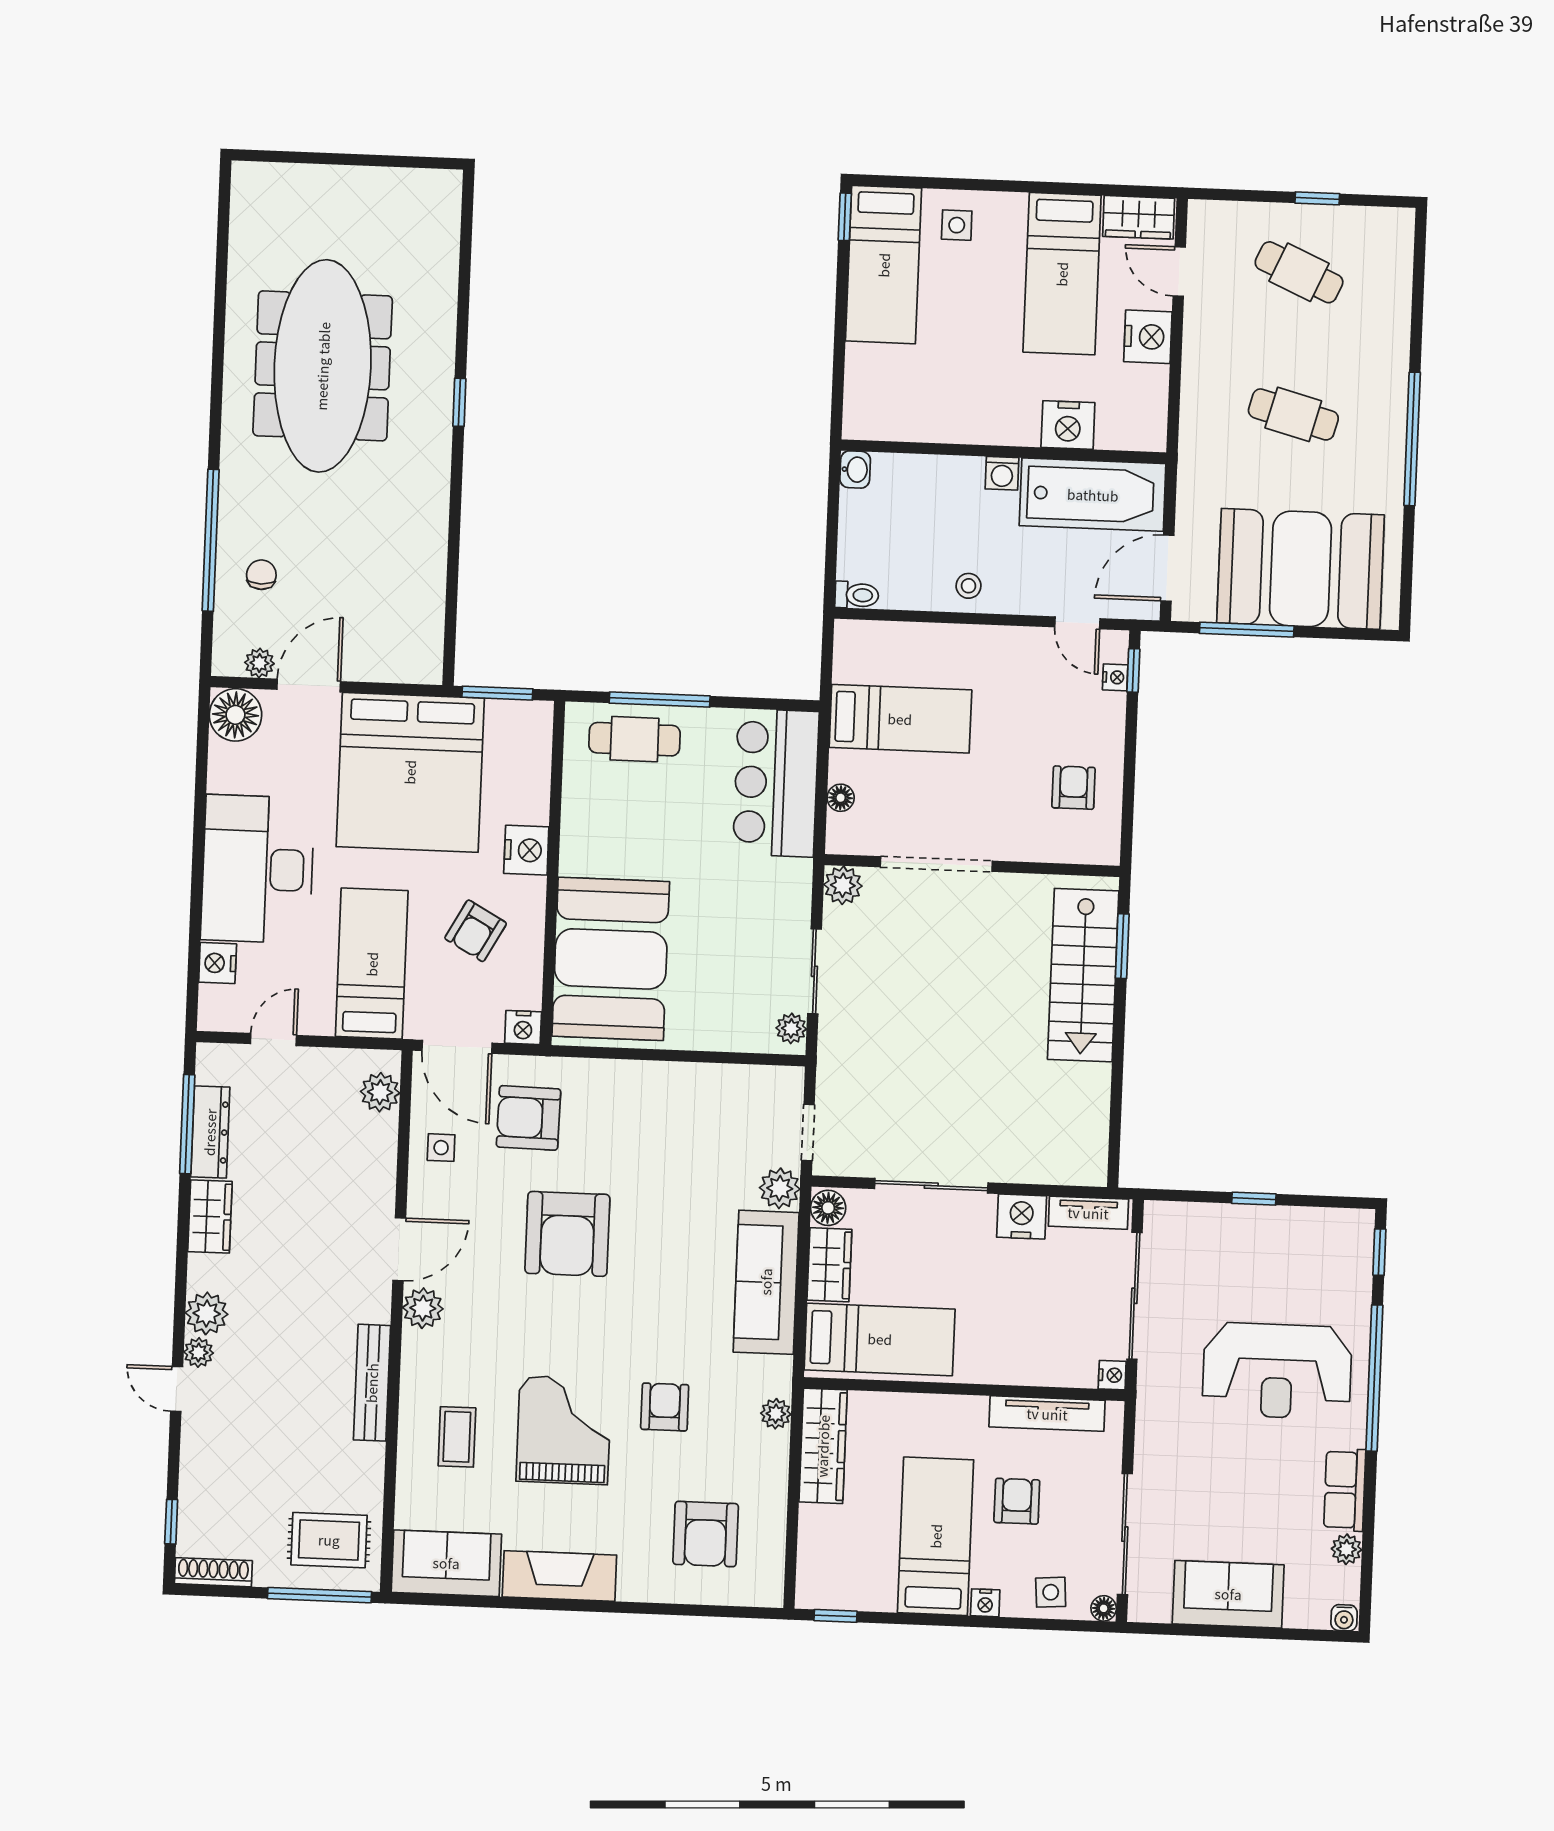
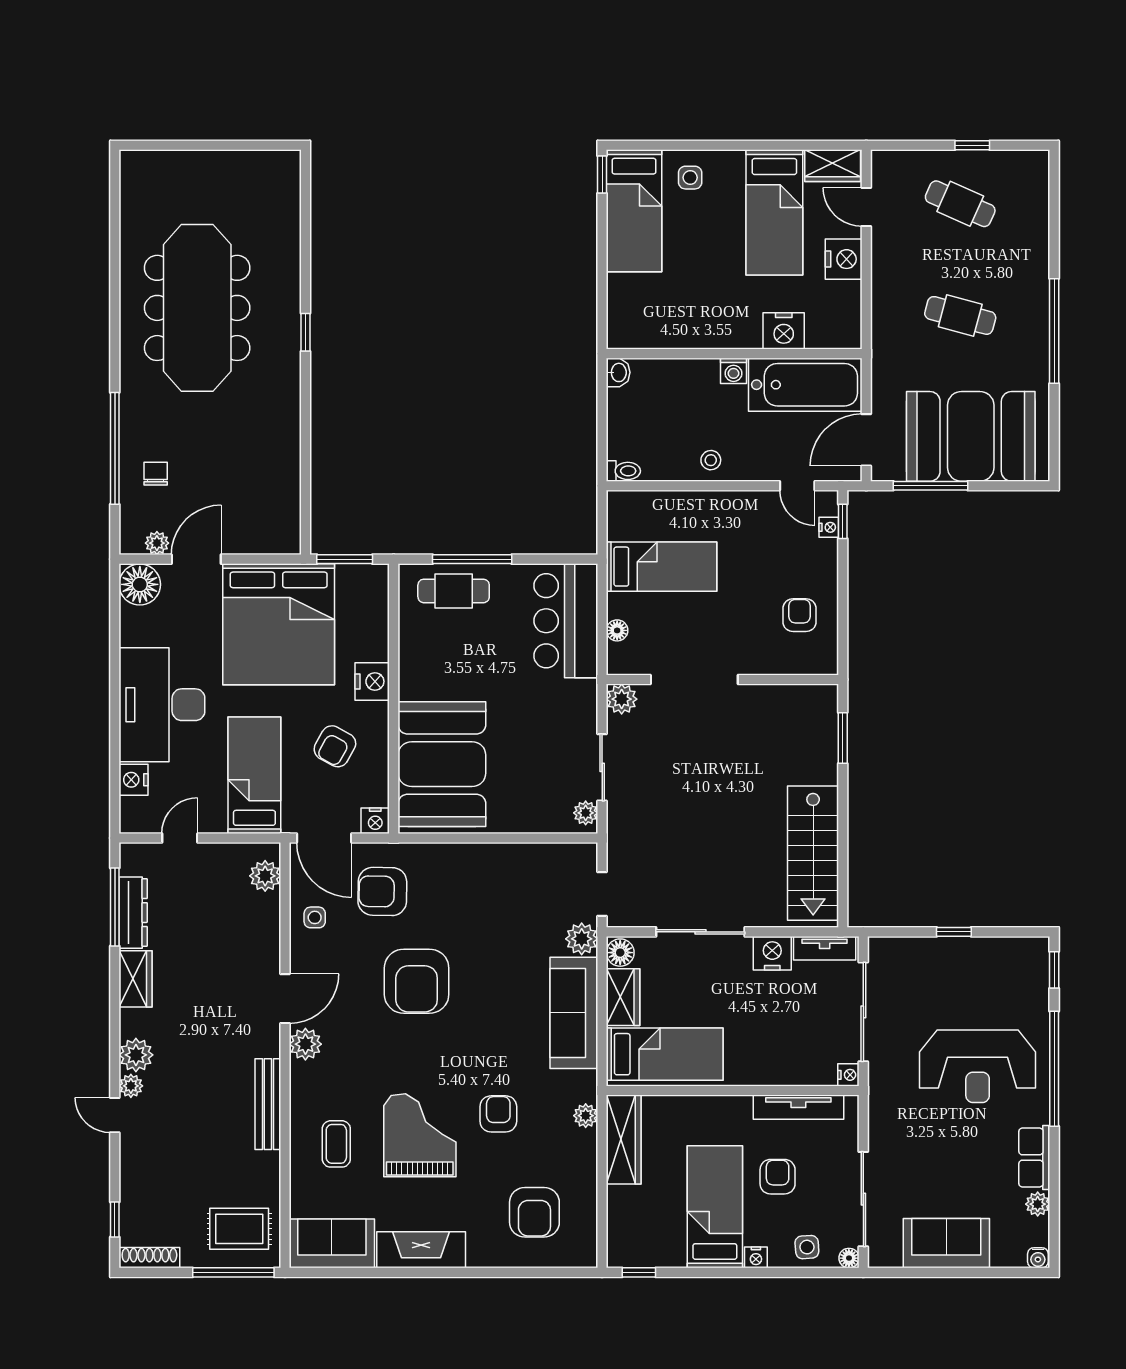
stairs: (1083, 975) -> (813, 853), moved

